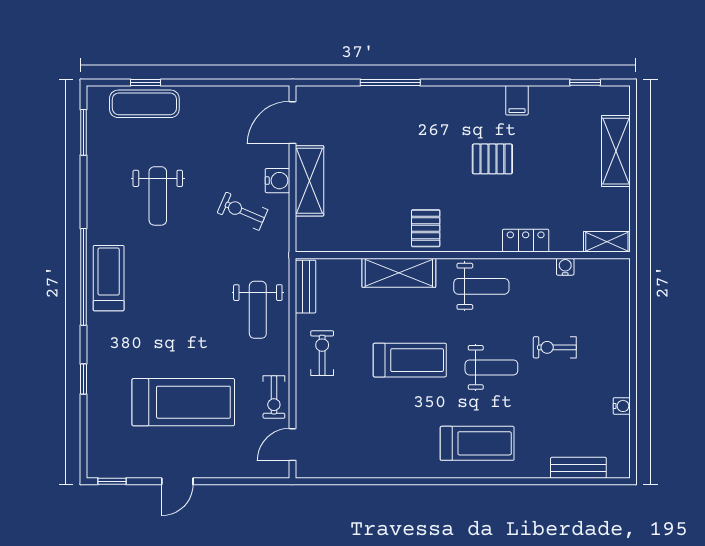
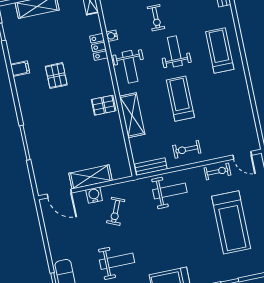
water cooler: (565, 267) -> (112, 36), moved
weight bench: (481, 286) -> (130, 67), turned 180
treadmill: (183, 402) -> (231, 222), turned 180

